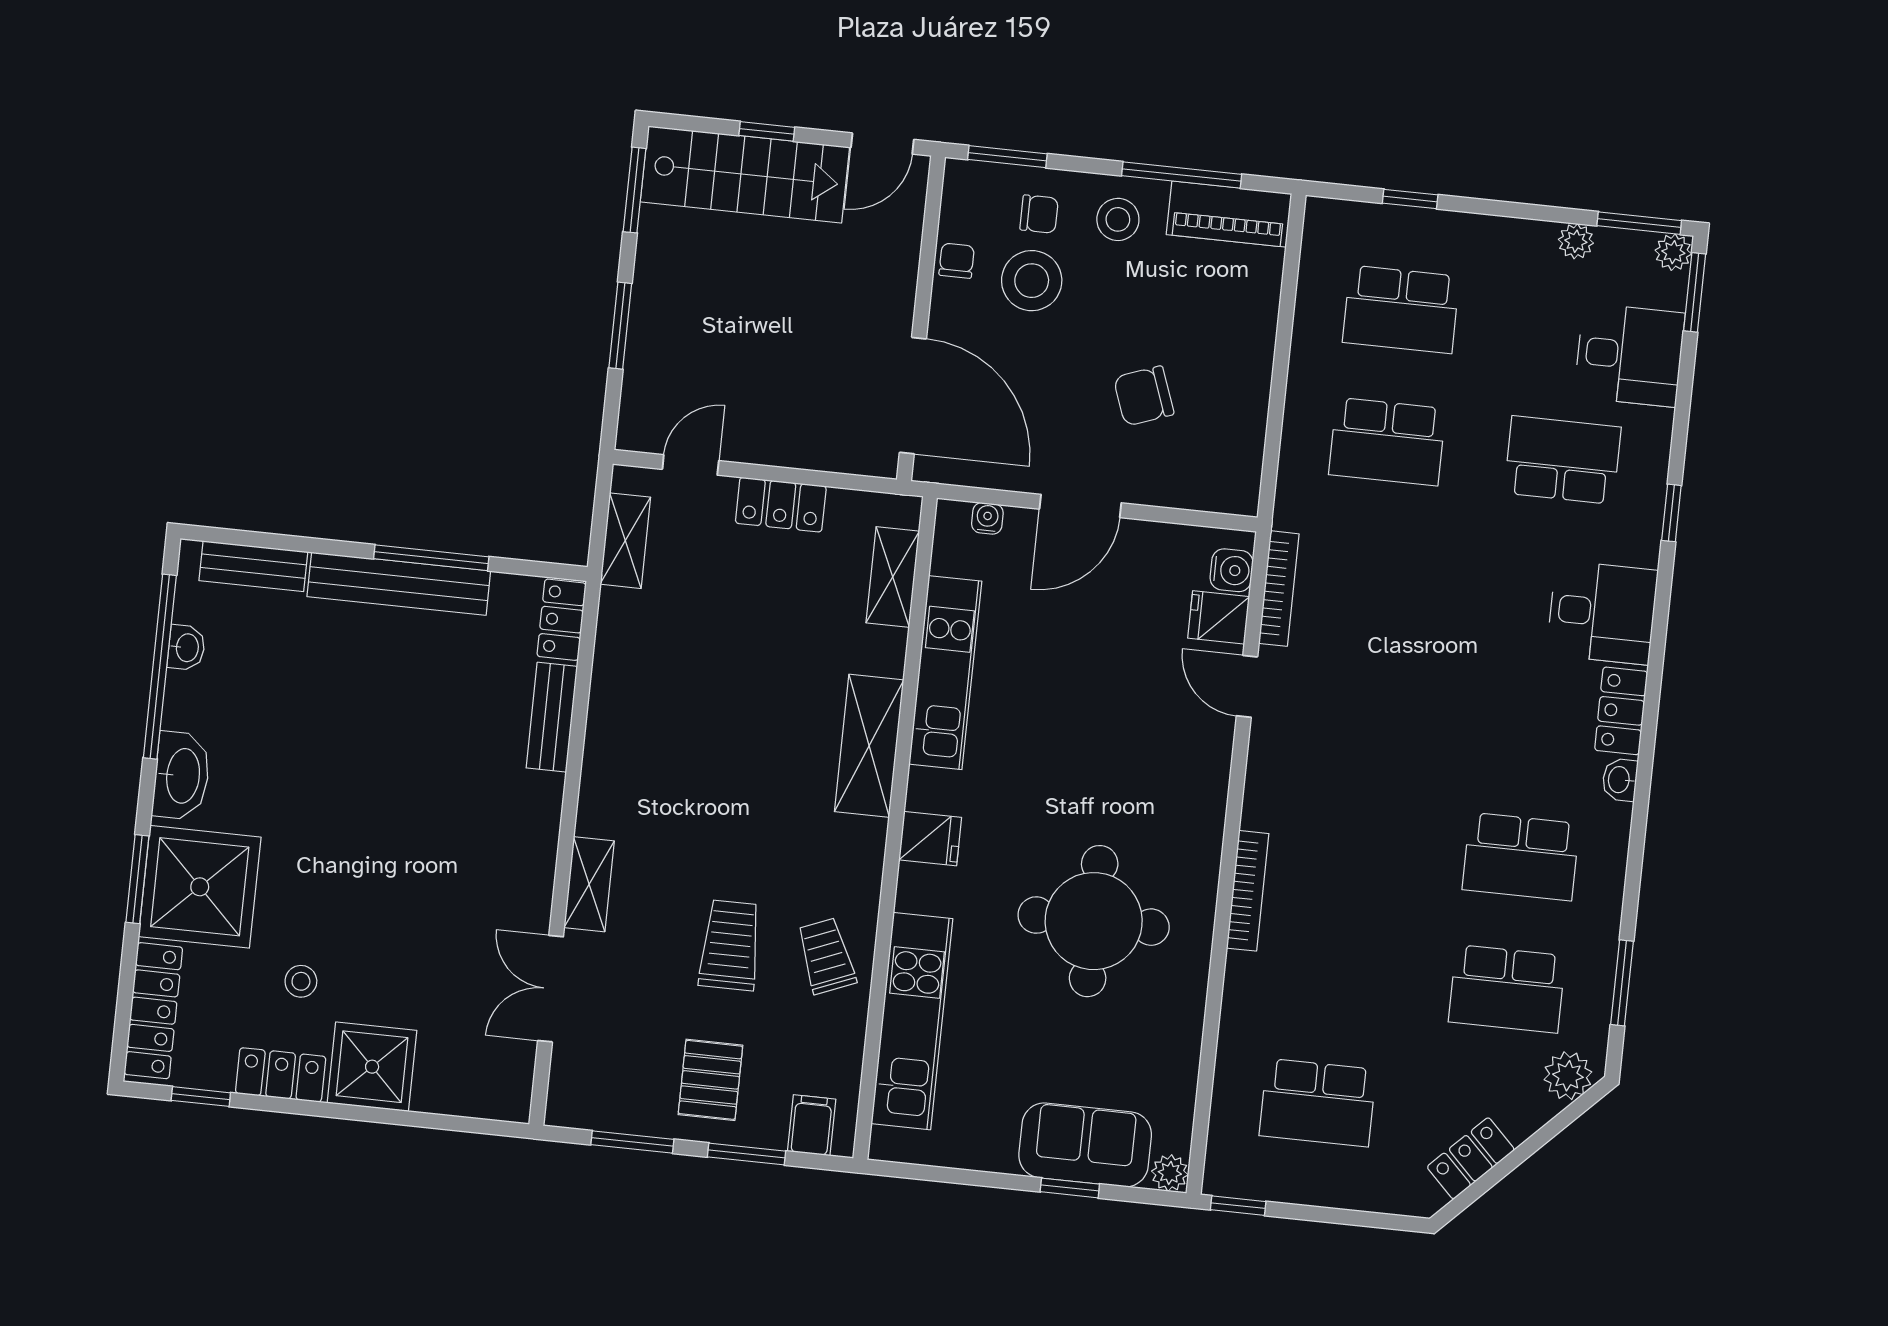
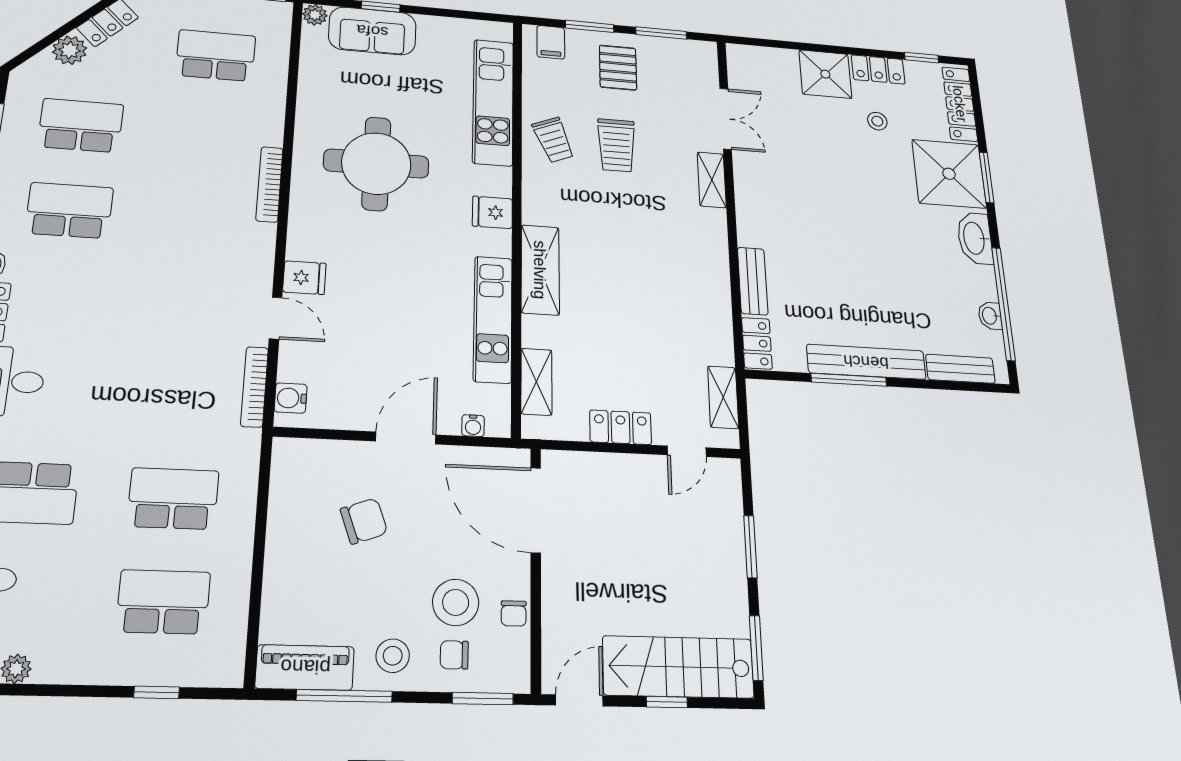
fridge: (1219, 617) -> (304, 278), moved
plant: (1568, 1076) -> (70, 50), moved

